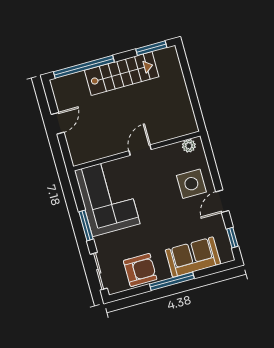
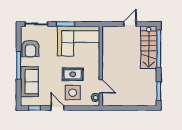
stairs: (122, 74) -> (149, 47), moved
door: (58, 123) -> (130, 24), swing flipped
door: (140, 150) -> (101, 86), moved
rug: (162, 192) -> (73, 74), added

